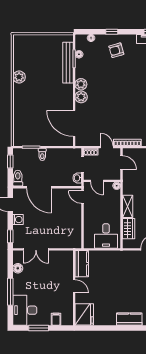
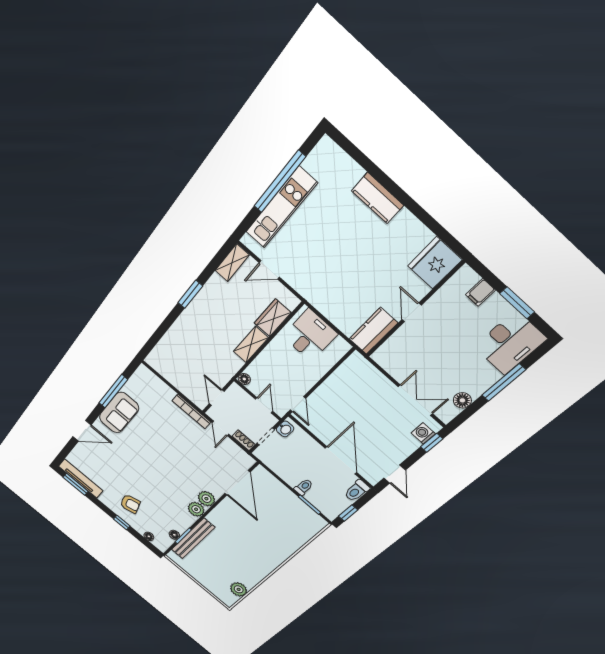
plant: (19, 77) -> (239, 589), moved
washing machine: (18, 220) -> (423, 433), moved

